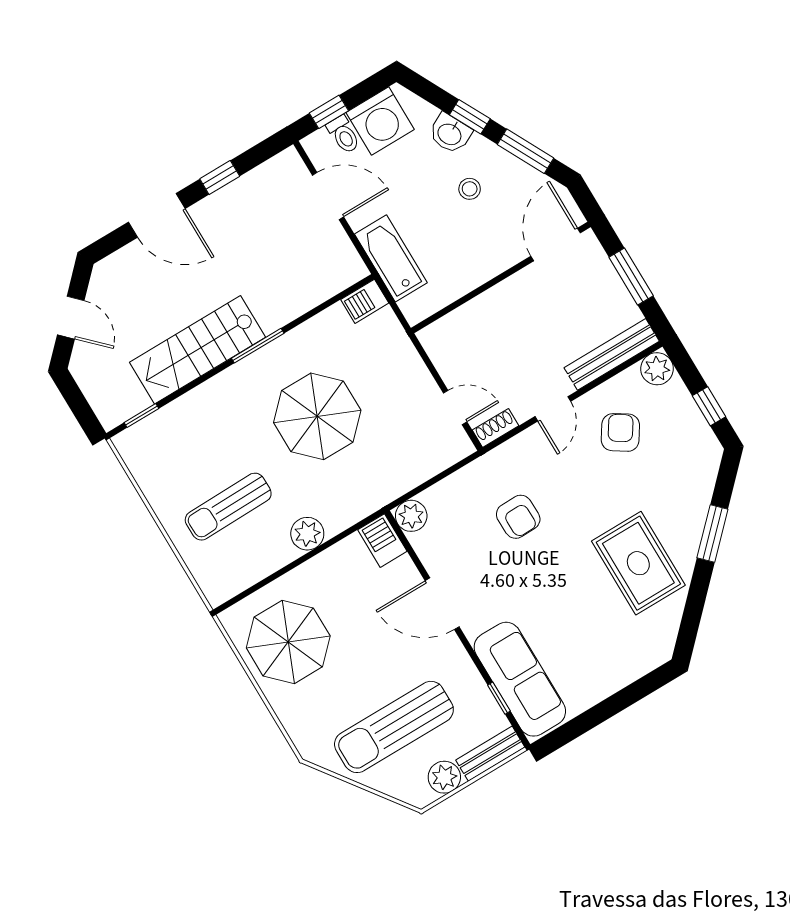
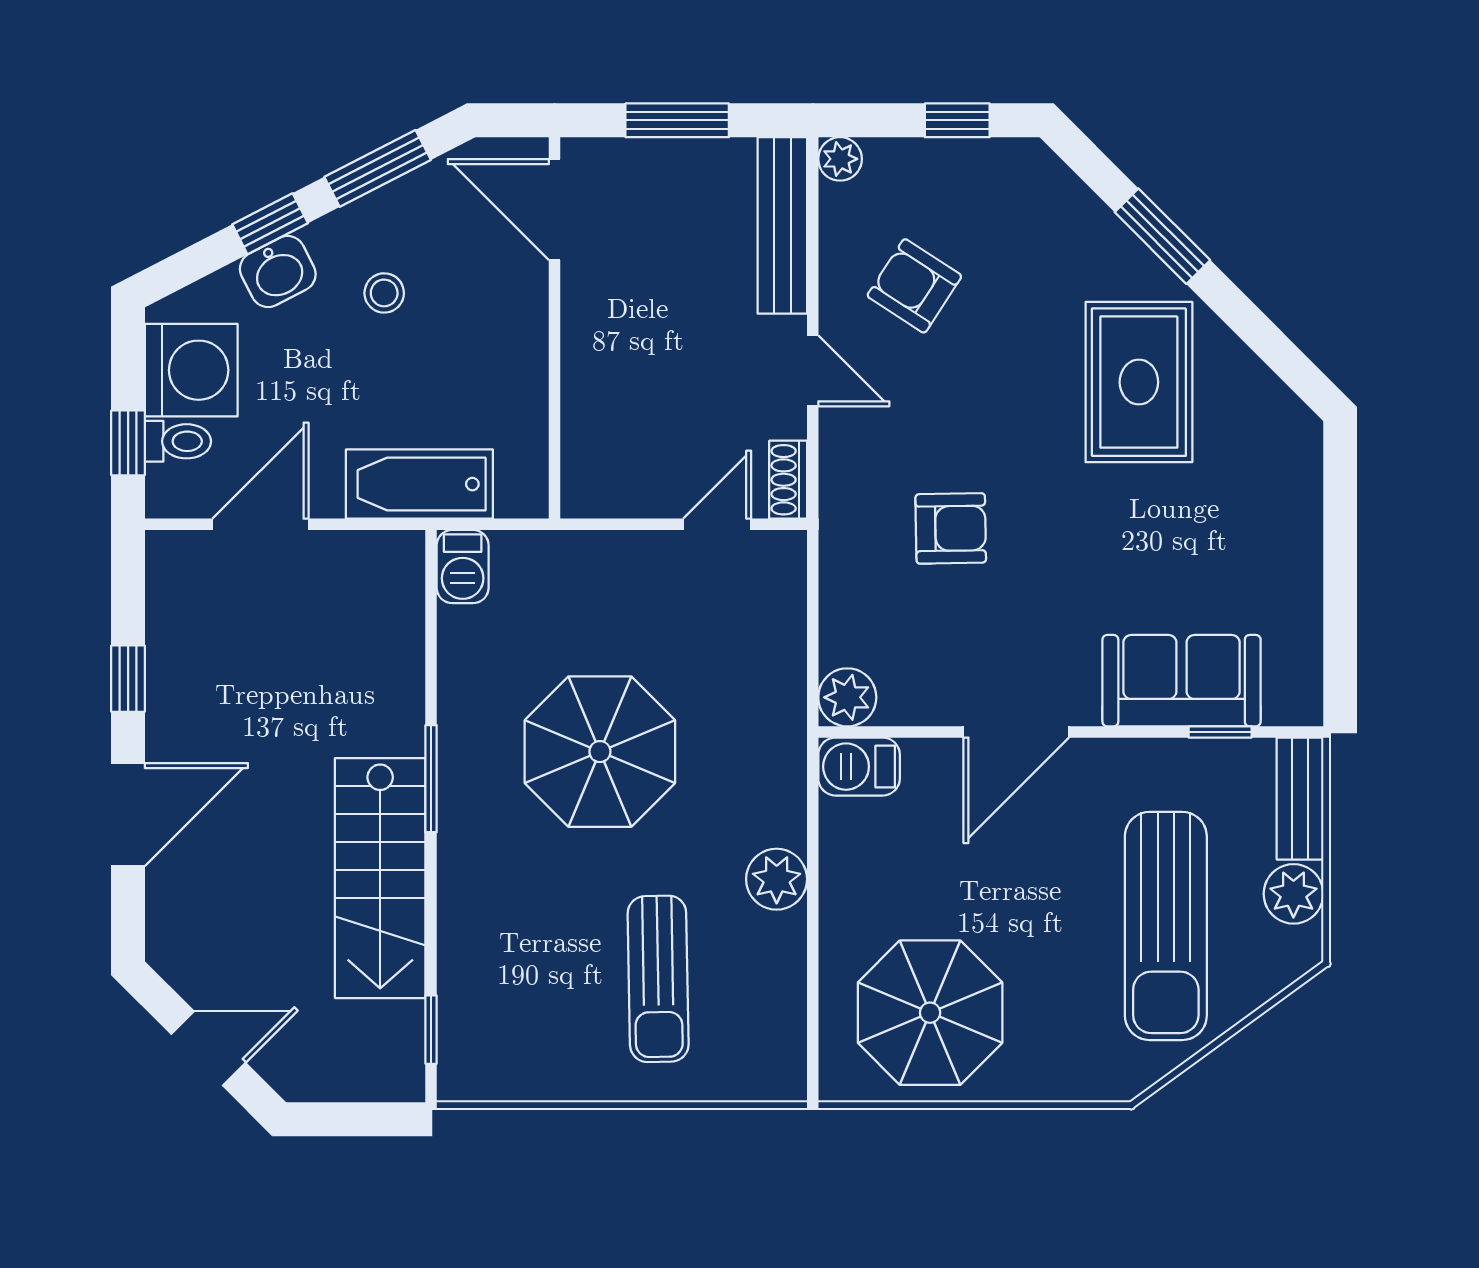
plant: (657, 369) -> (840, 159), width x0.73, depth x0.73
rug: (638, 563) -> (1139, 382), turned 90
sofa: (520, 679) -> (1182, 681), width x0.73

